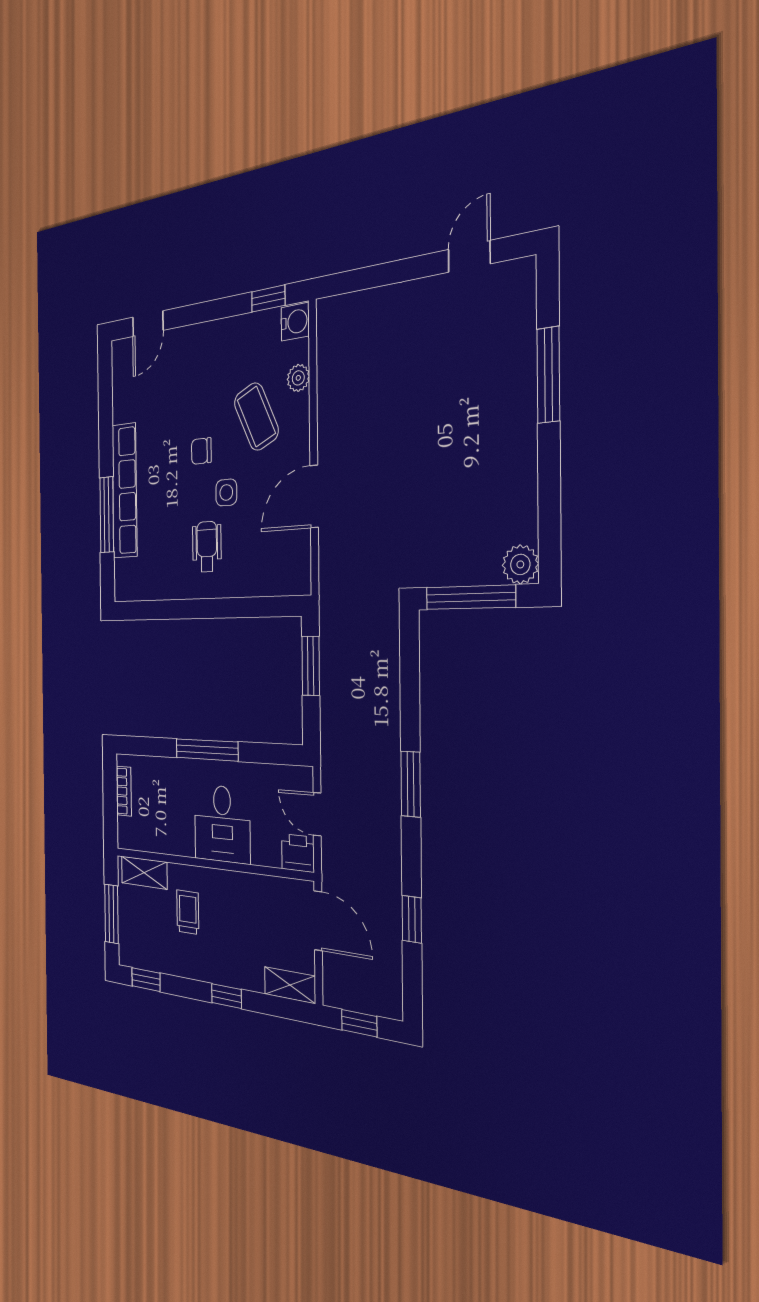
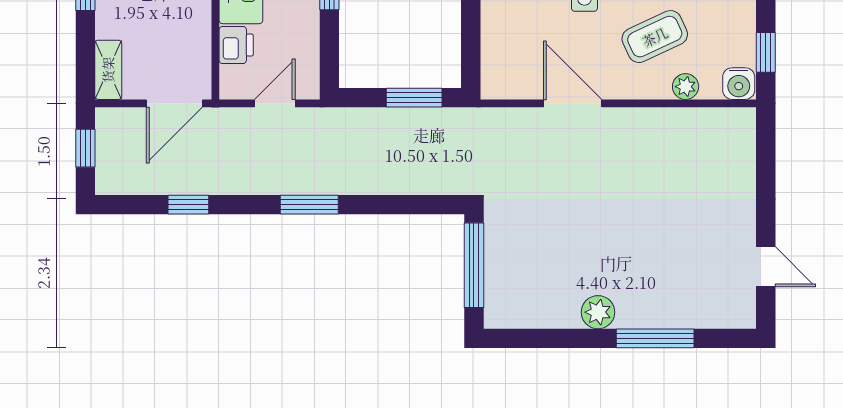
plant: (520, 564) -> (598, 312), moved
printer: (298, 853) -> (236, 45), moved

